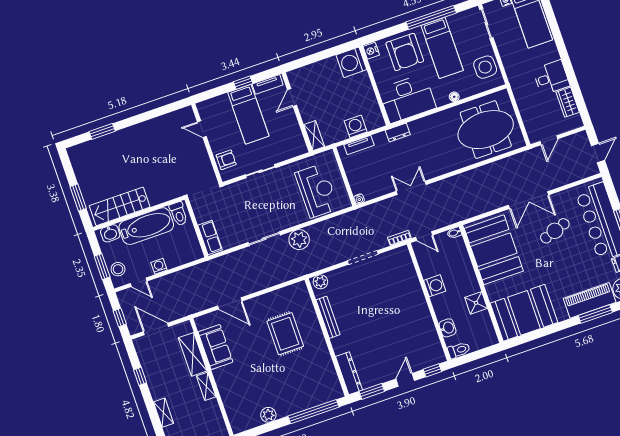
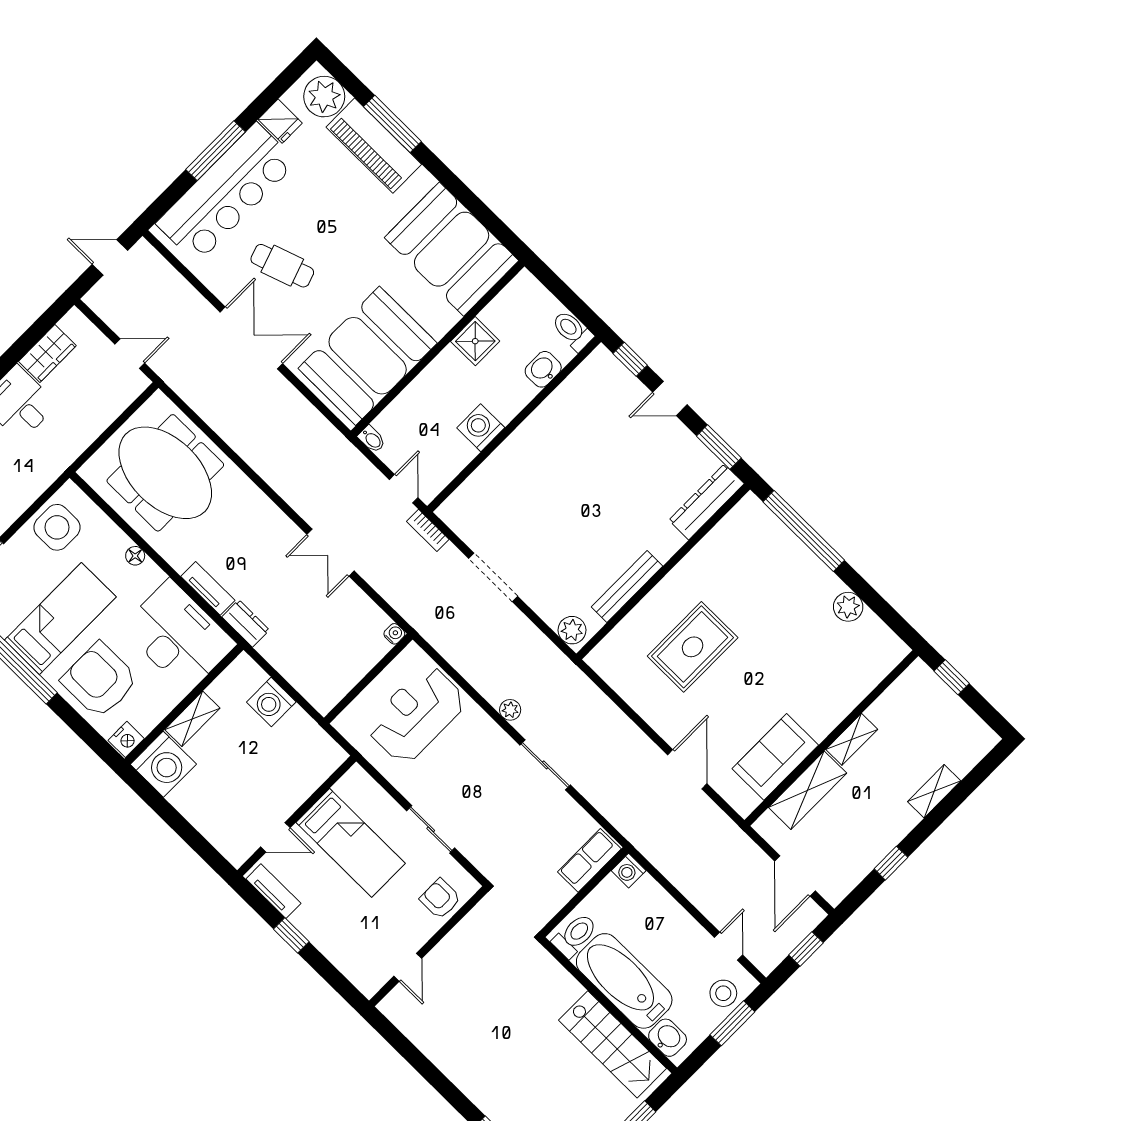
armchair: (405, 52) -> (100, 680), turned -90
bed: (248, 114) -> (351, 843), moved, turned 90
shelving: (314, 136) -> (192, 719), moved
tv unit: (359, 145) -> (208, 588), moved
plant: (299, 240) -> (510, 710), width x0.53, depth x0.53
washing machine: (159, 266) -> (629, 871), moved

